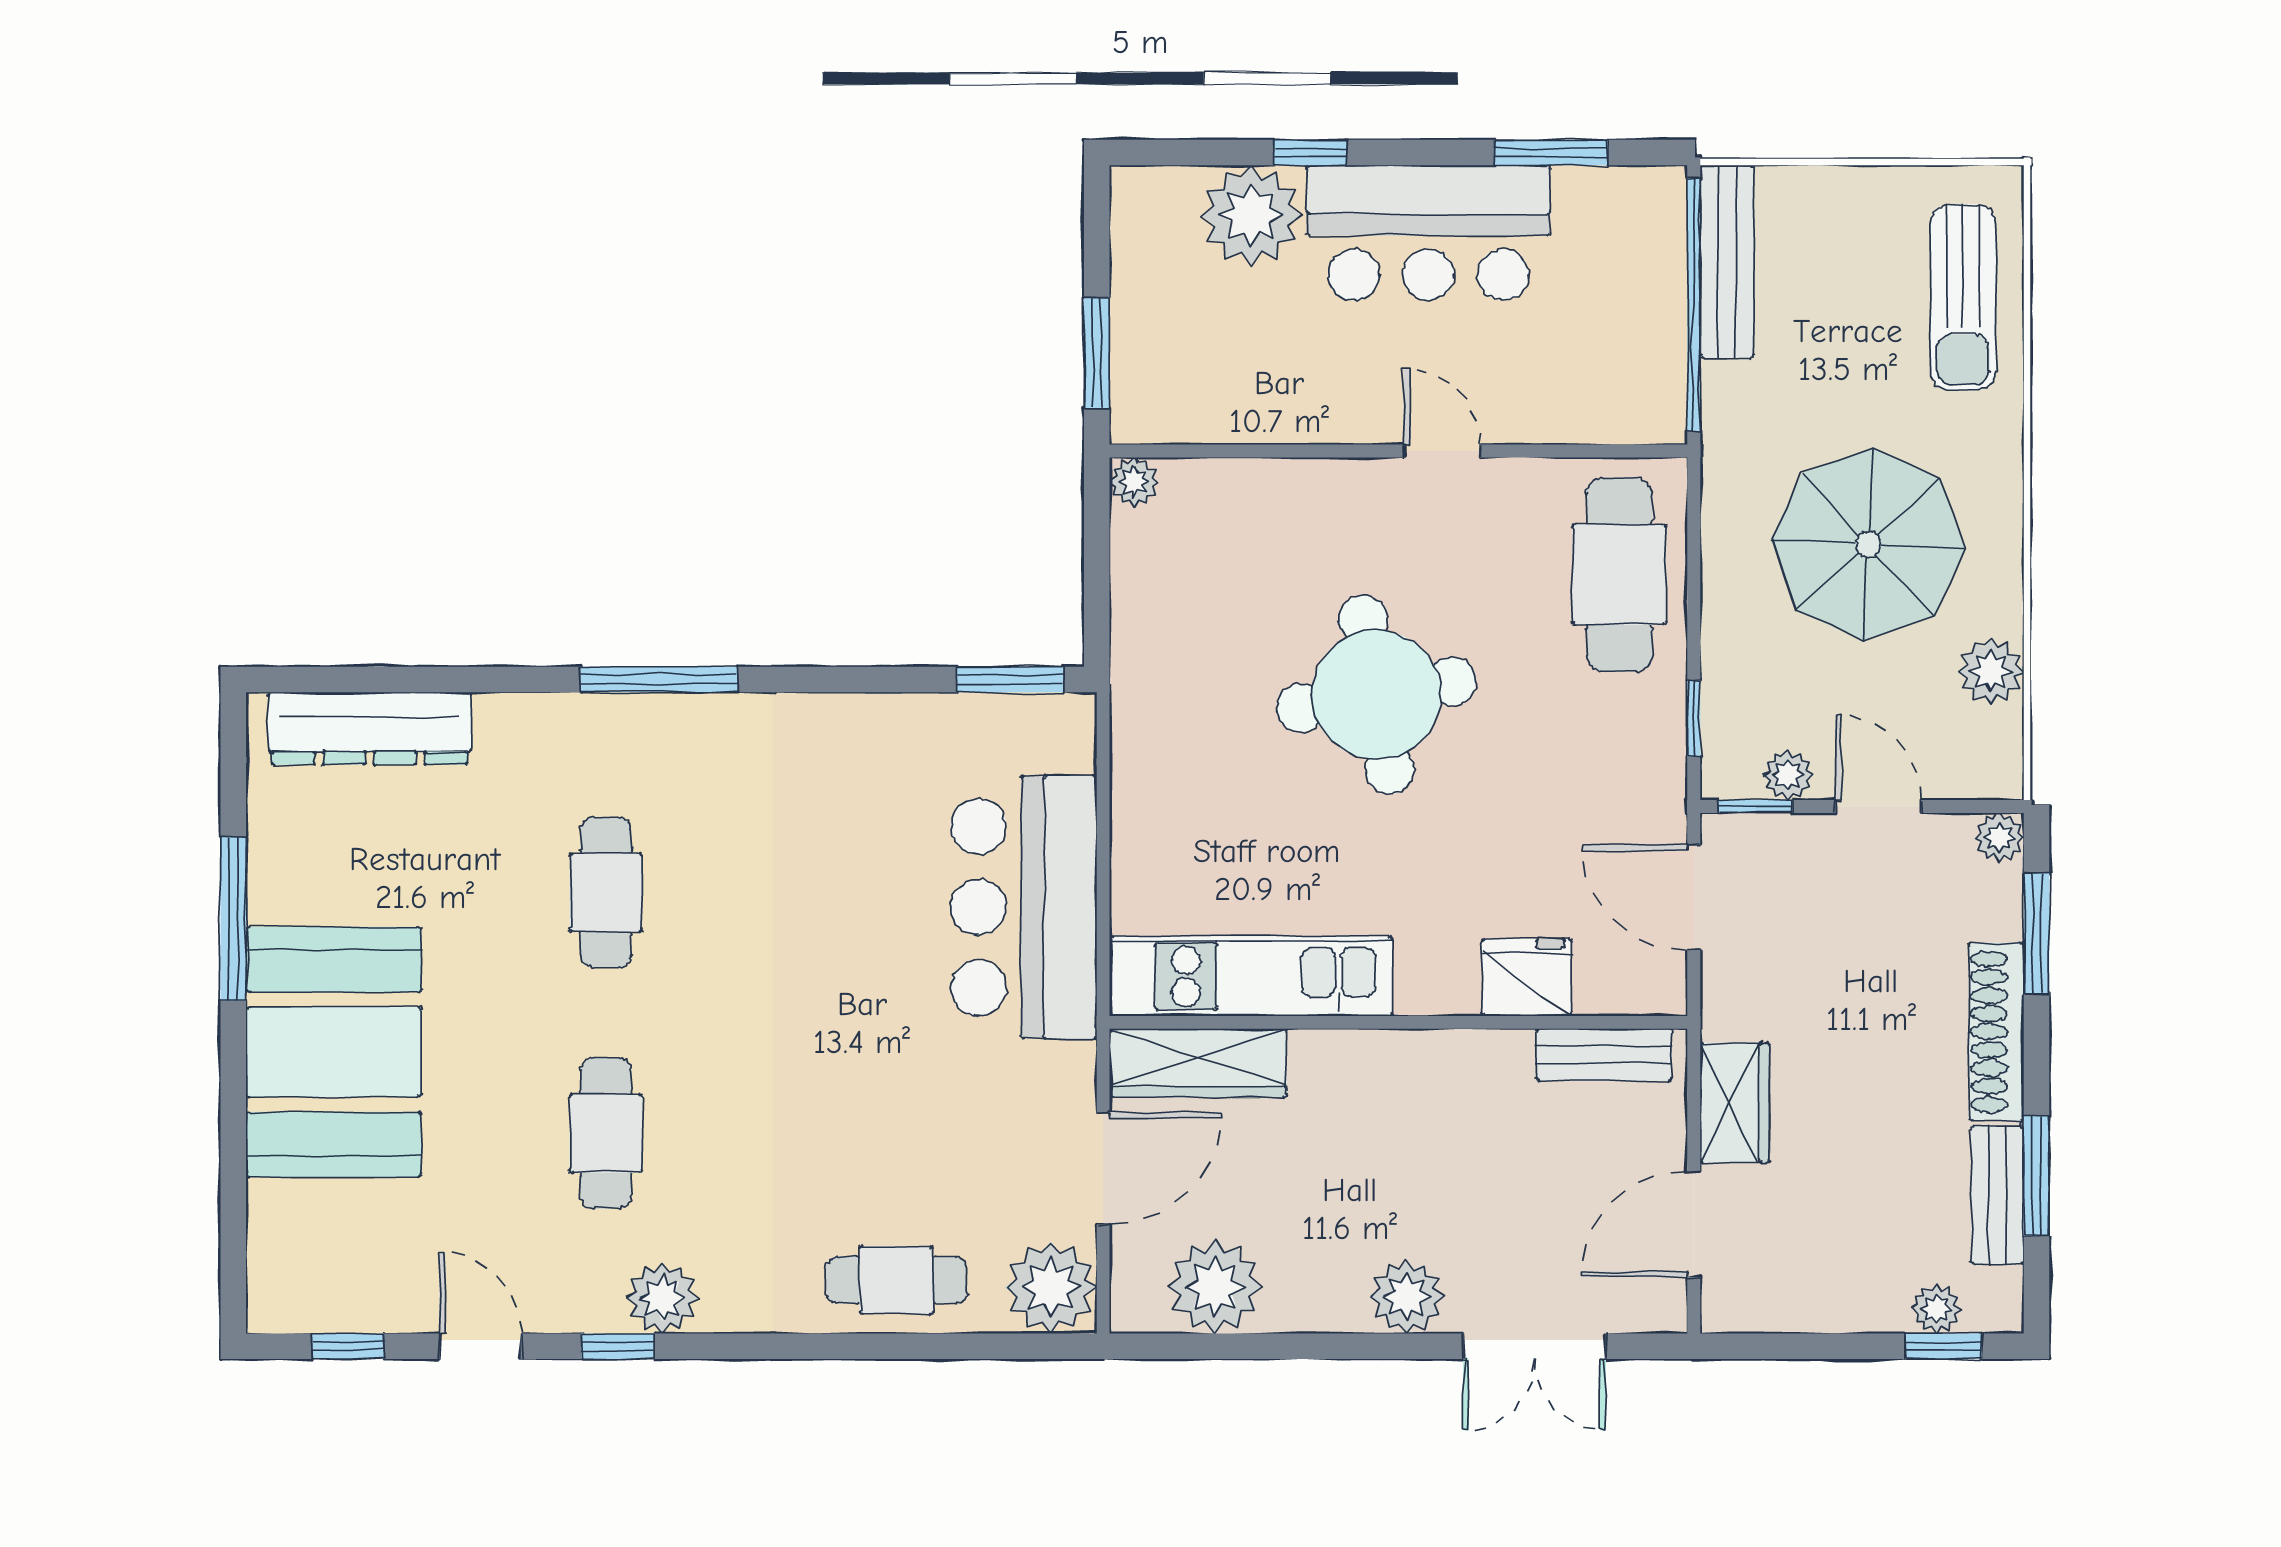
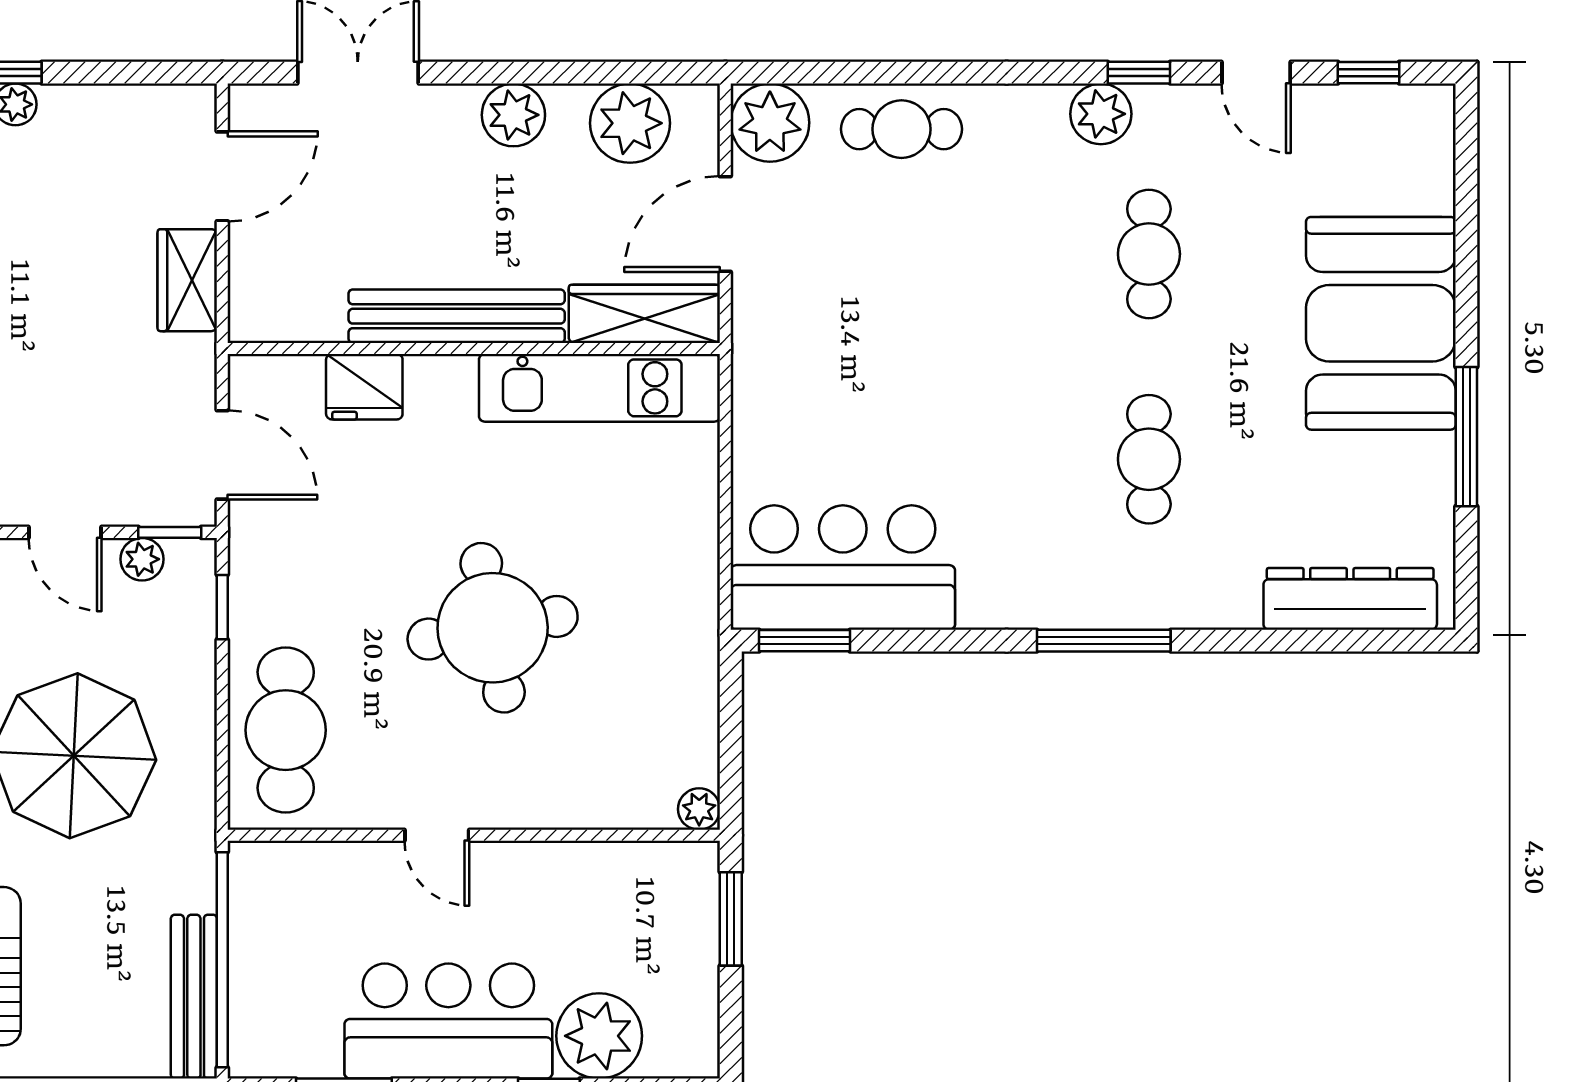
bar counter: (1024, 907) -> (843, 567), moved, turned -90
bench: (1604, 1055) -> (457, 316), moved, width x1.86, depth x1.21
plant: (1407, 1297) -> (513, 115), moved

